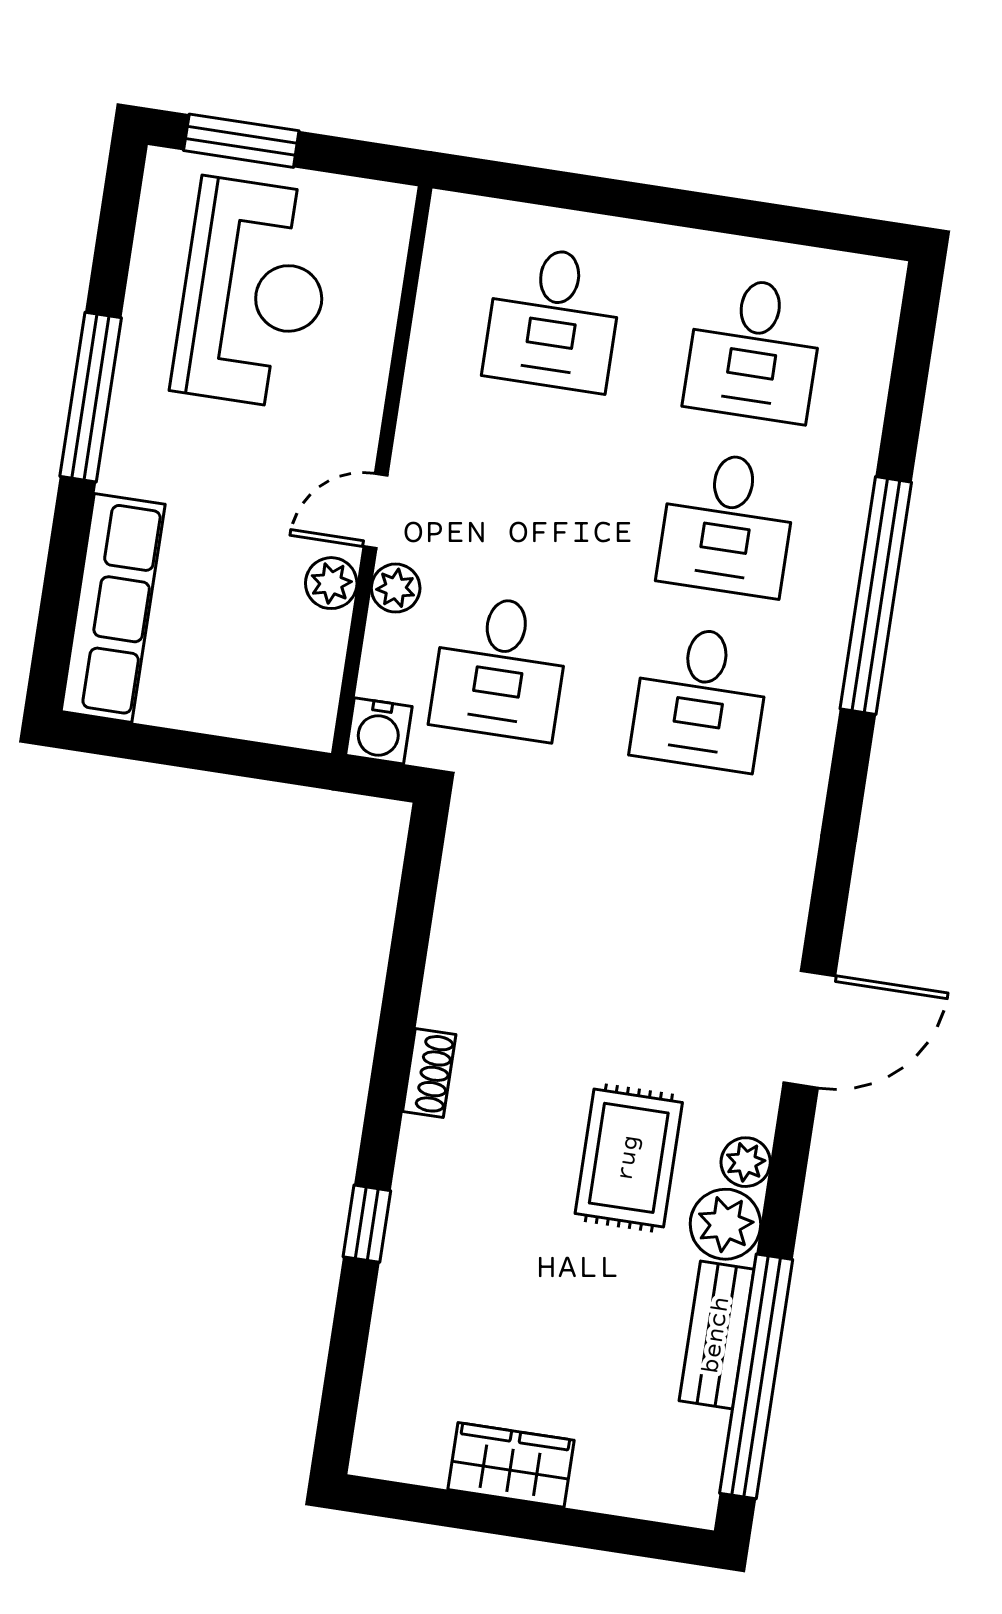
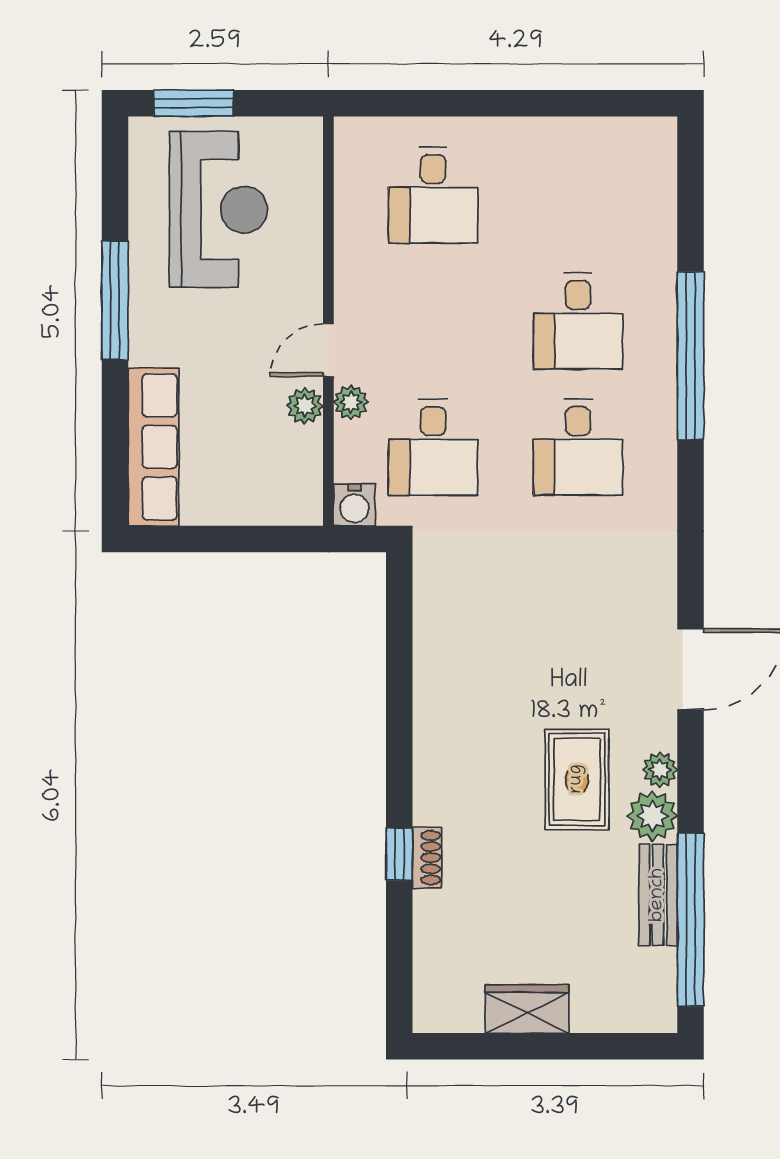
desk: (754, 349) -> (578, 195), removed
shoe rack: (429, 1073) -> (427, 858), moved

